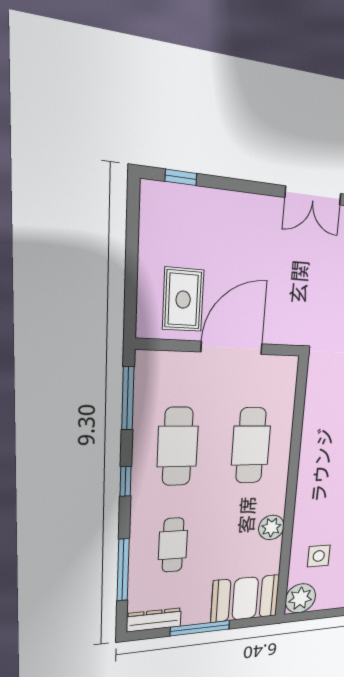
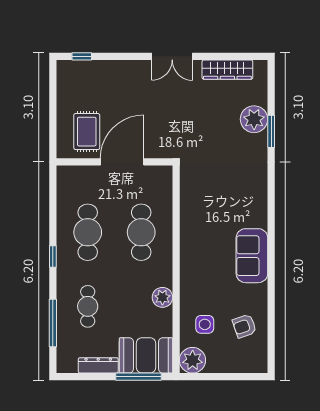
window: (128, 398) -> (53, 198), removed
dresser: (154, 620) -> (98, 365), moved
window: (200, 628) -> (139, 377), moved

